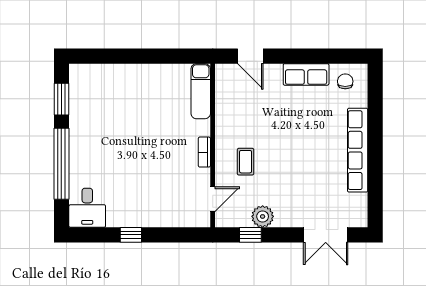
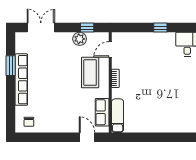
row of seats: (306, 74) -> (102, 112), moved, turned -90
coffee table: (246, 162) -> (90, 72), width x1.86, depth x1.72
window: (375, 173) -> (11, 66), added

